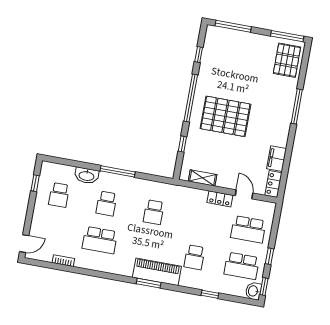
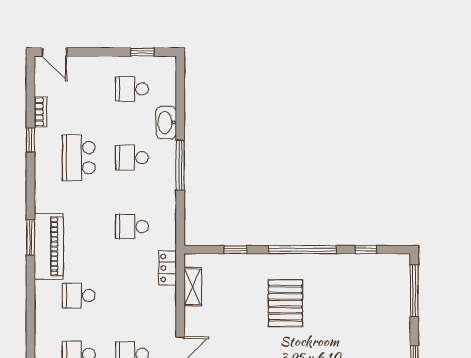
pallet: (225, 116) -> (285, 303), width x0.73, depth x0.71
locker: (220, 199) -> (168, 268), moved
window: (210, 294) -> (31, 140), moved

